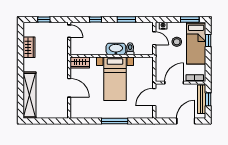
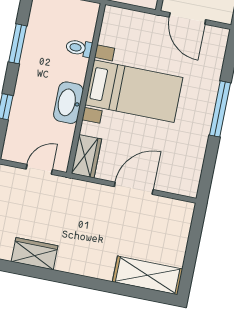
door: (69, 31) -> (39, 169), moved
washbasin: (116, 49) -> (68, 103), moved
shelving: (29, 95) -> (148, 275), width x0.68

